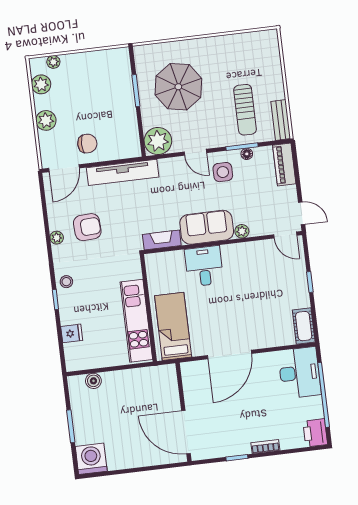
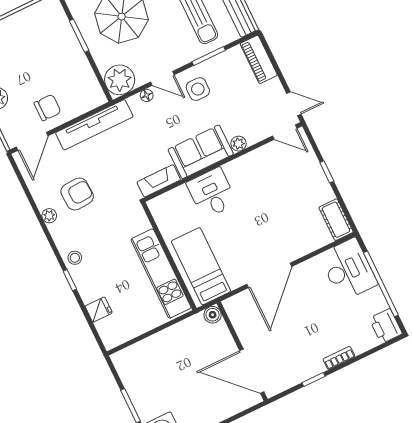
floor lamp: (247, 154) -> (147, 95), moved
boiler: (93, 381) -> (213, 315), moved

